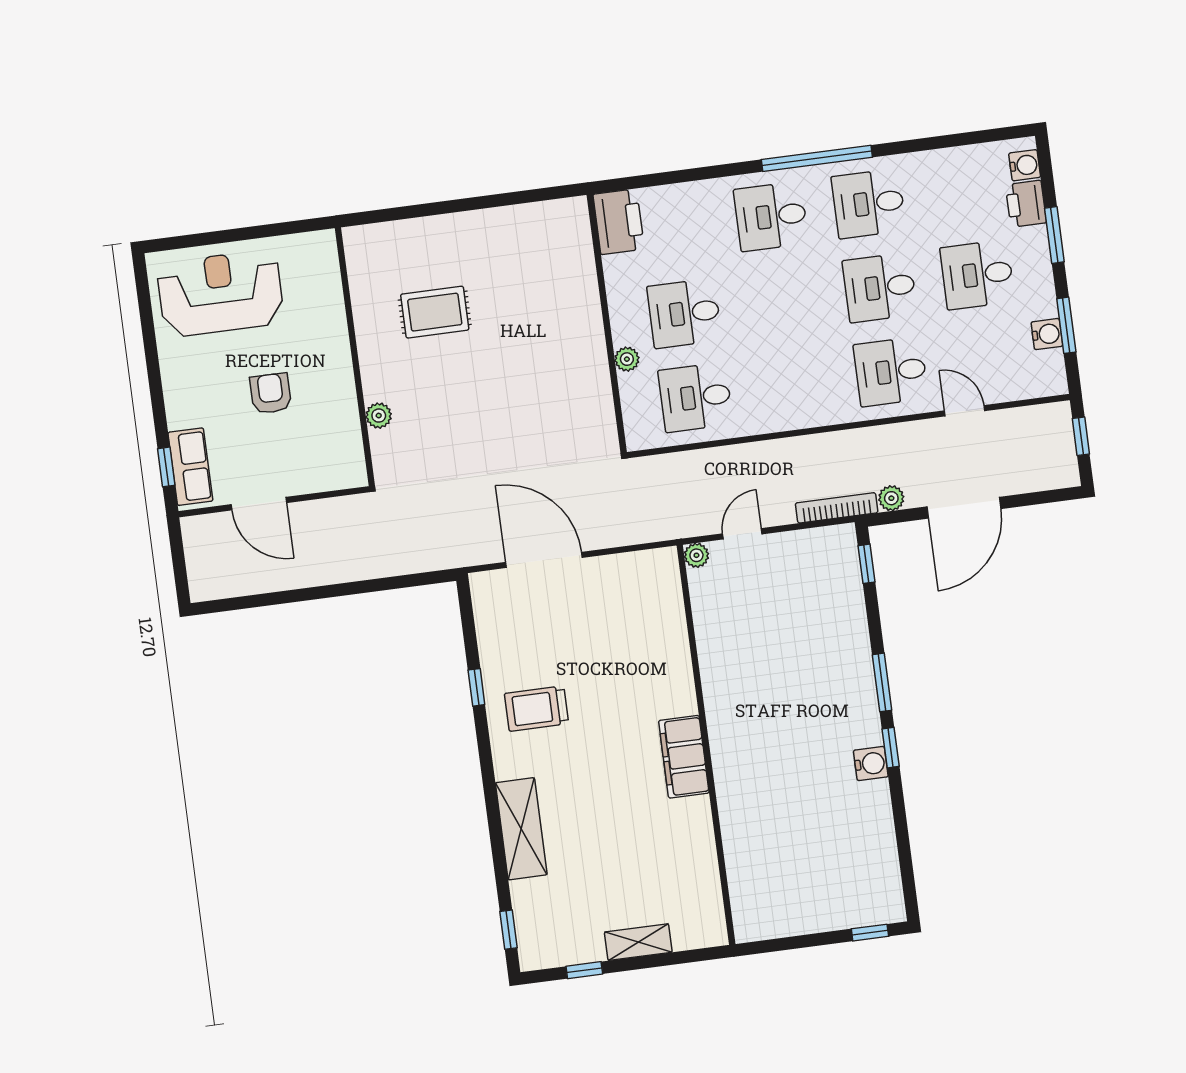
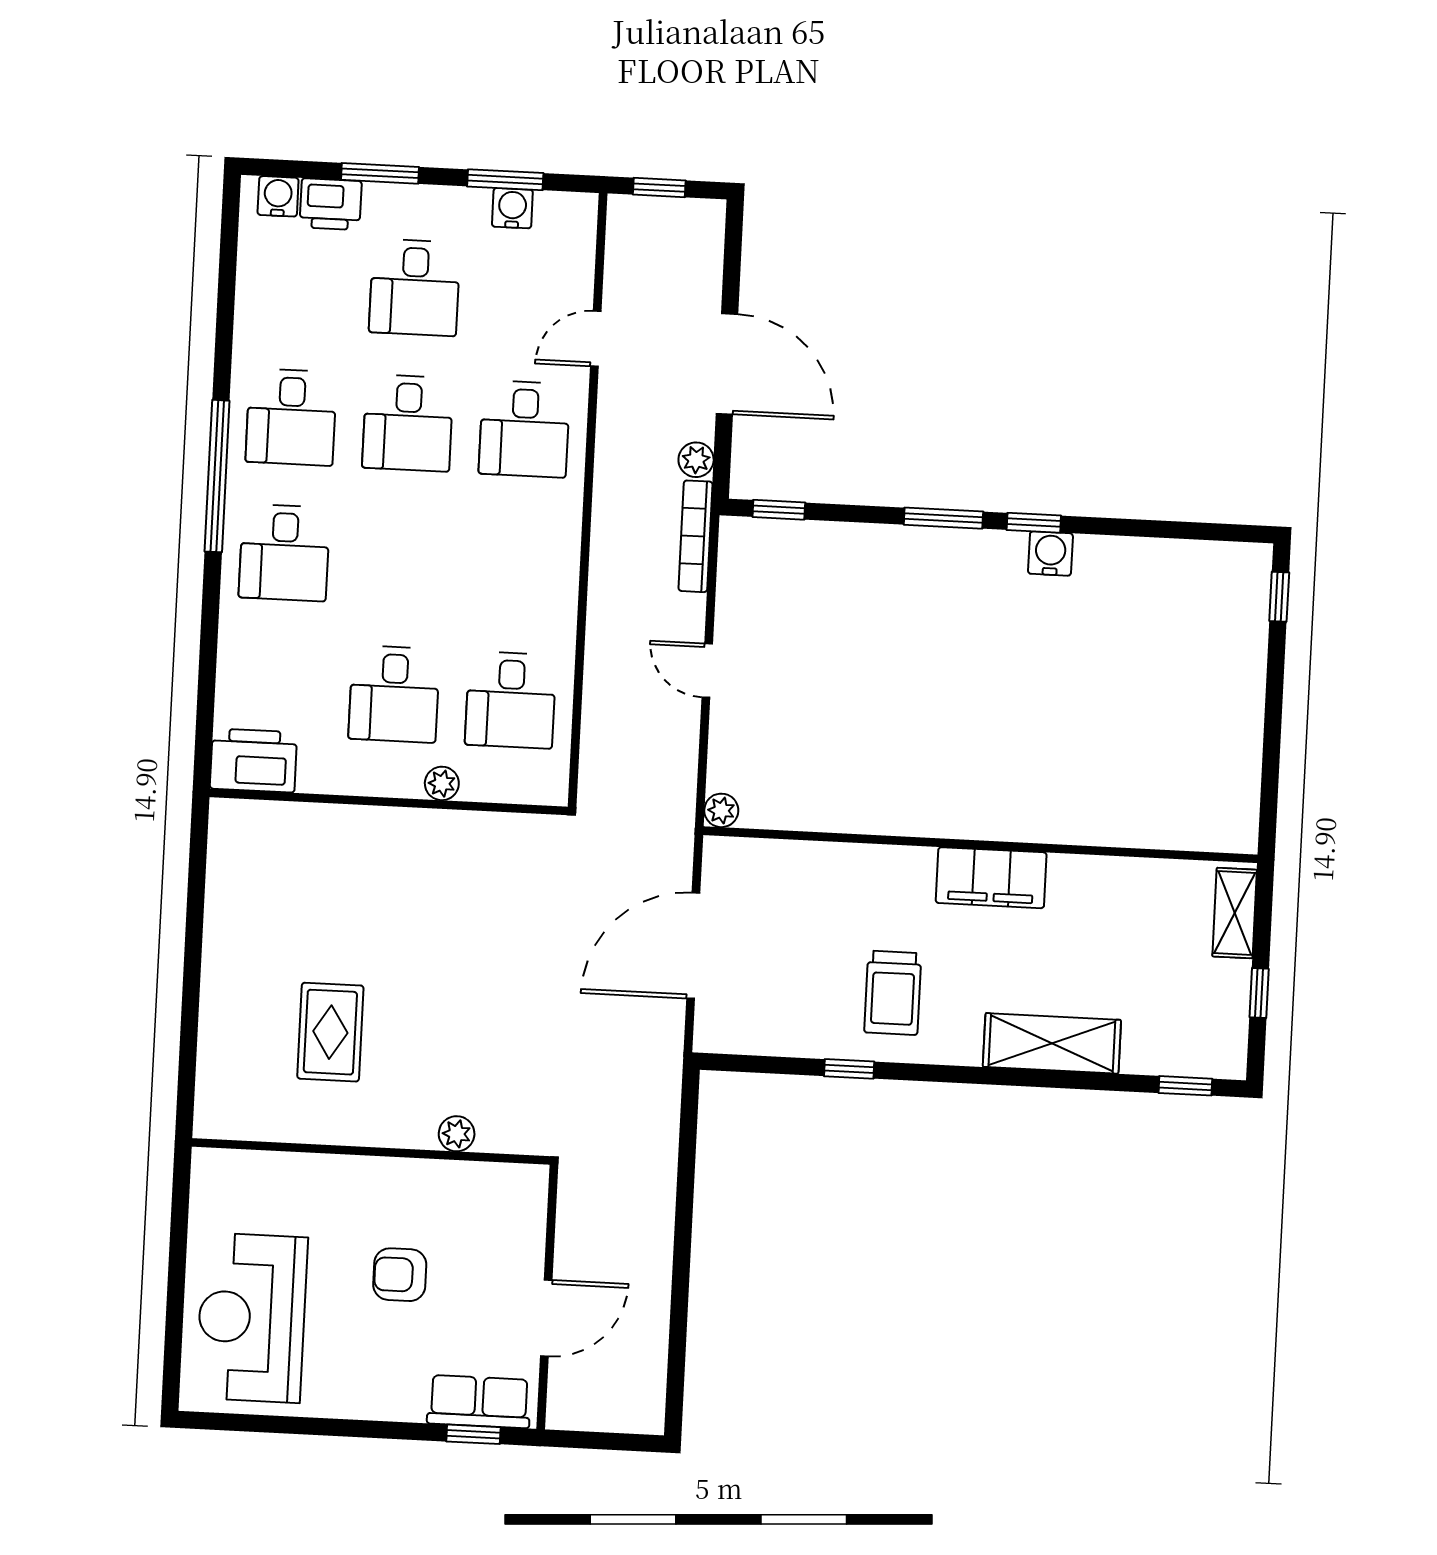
plant: (696, 555) -> (721, 810), moved
wall: (706, 745) -> (980, 845), moved
filing cabinet: (684, 757) -> (991, 878), moved

